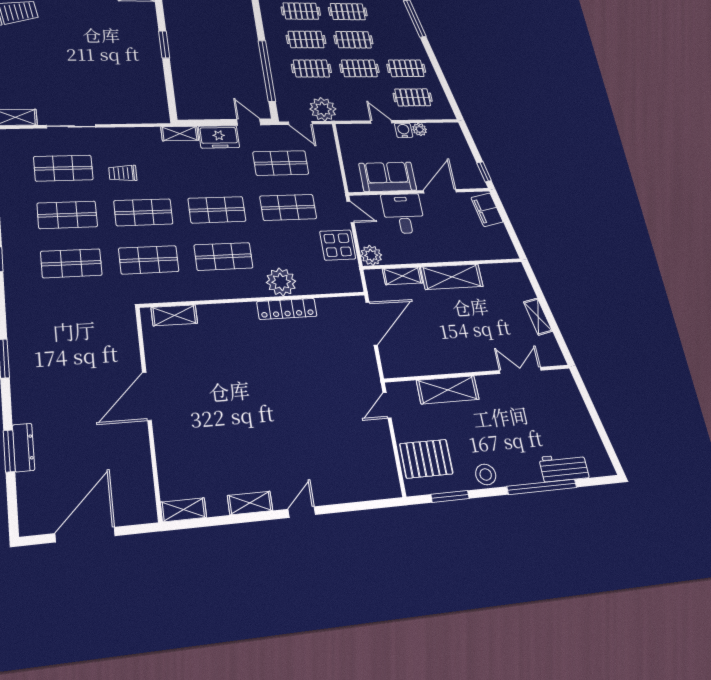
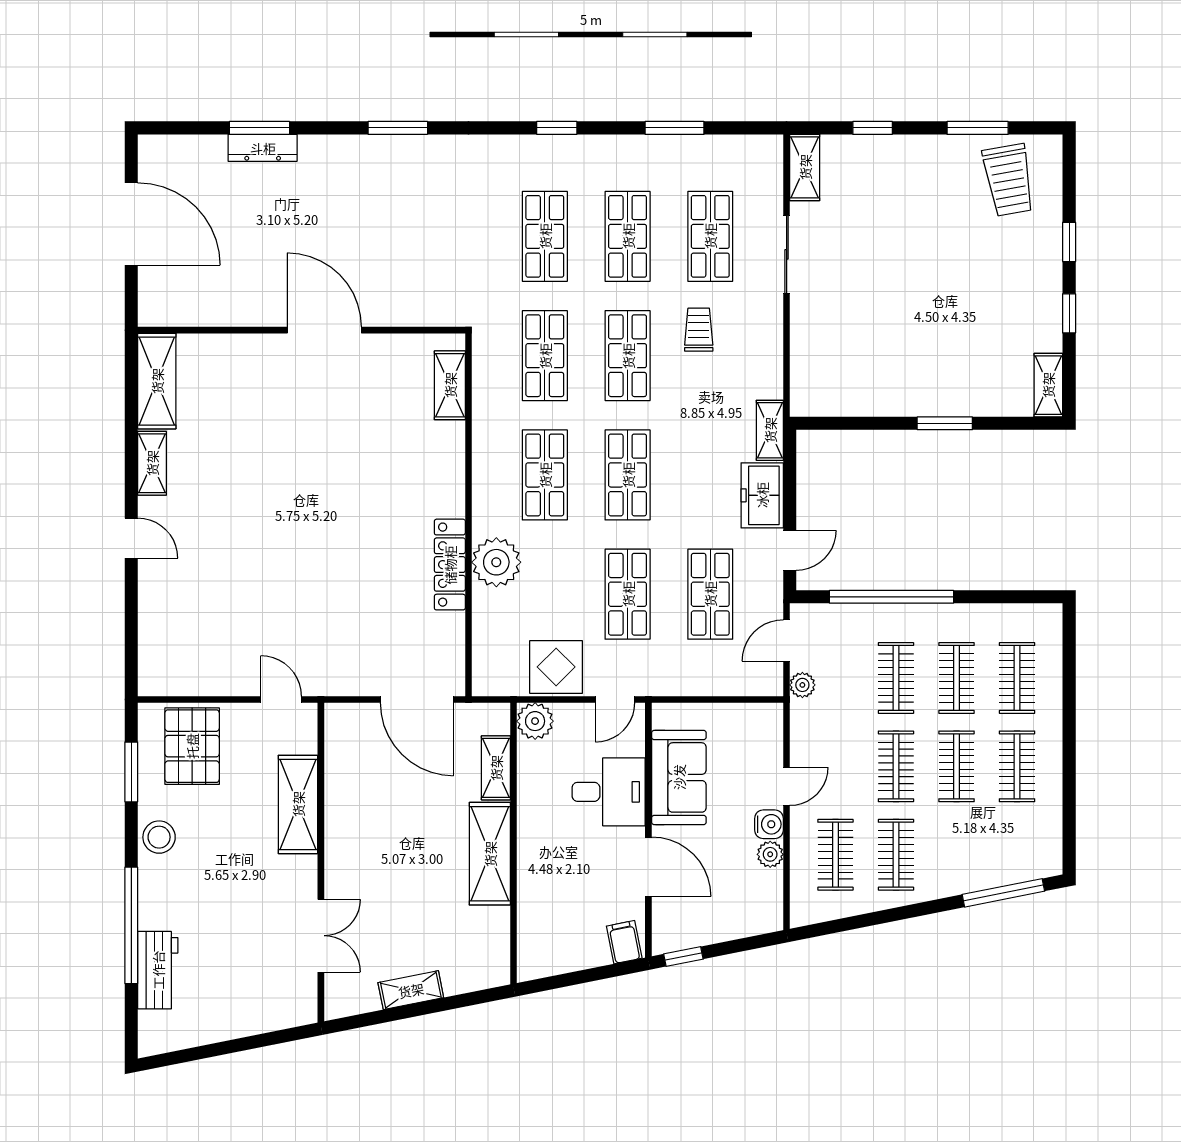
plant: (323, 109) -> (802, 685), width x0.53, depth x0.53
filing cabinet: (487, 210) -> (624, 942), width x0.50
shelving: (184, 510) -> (157, 381), width x1.50, depth x1.33

